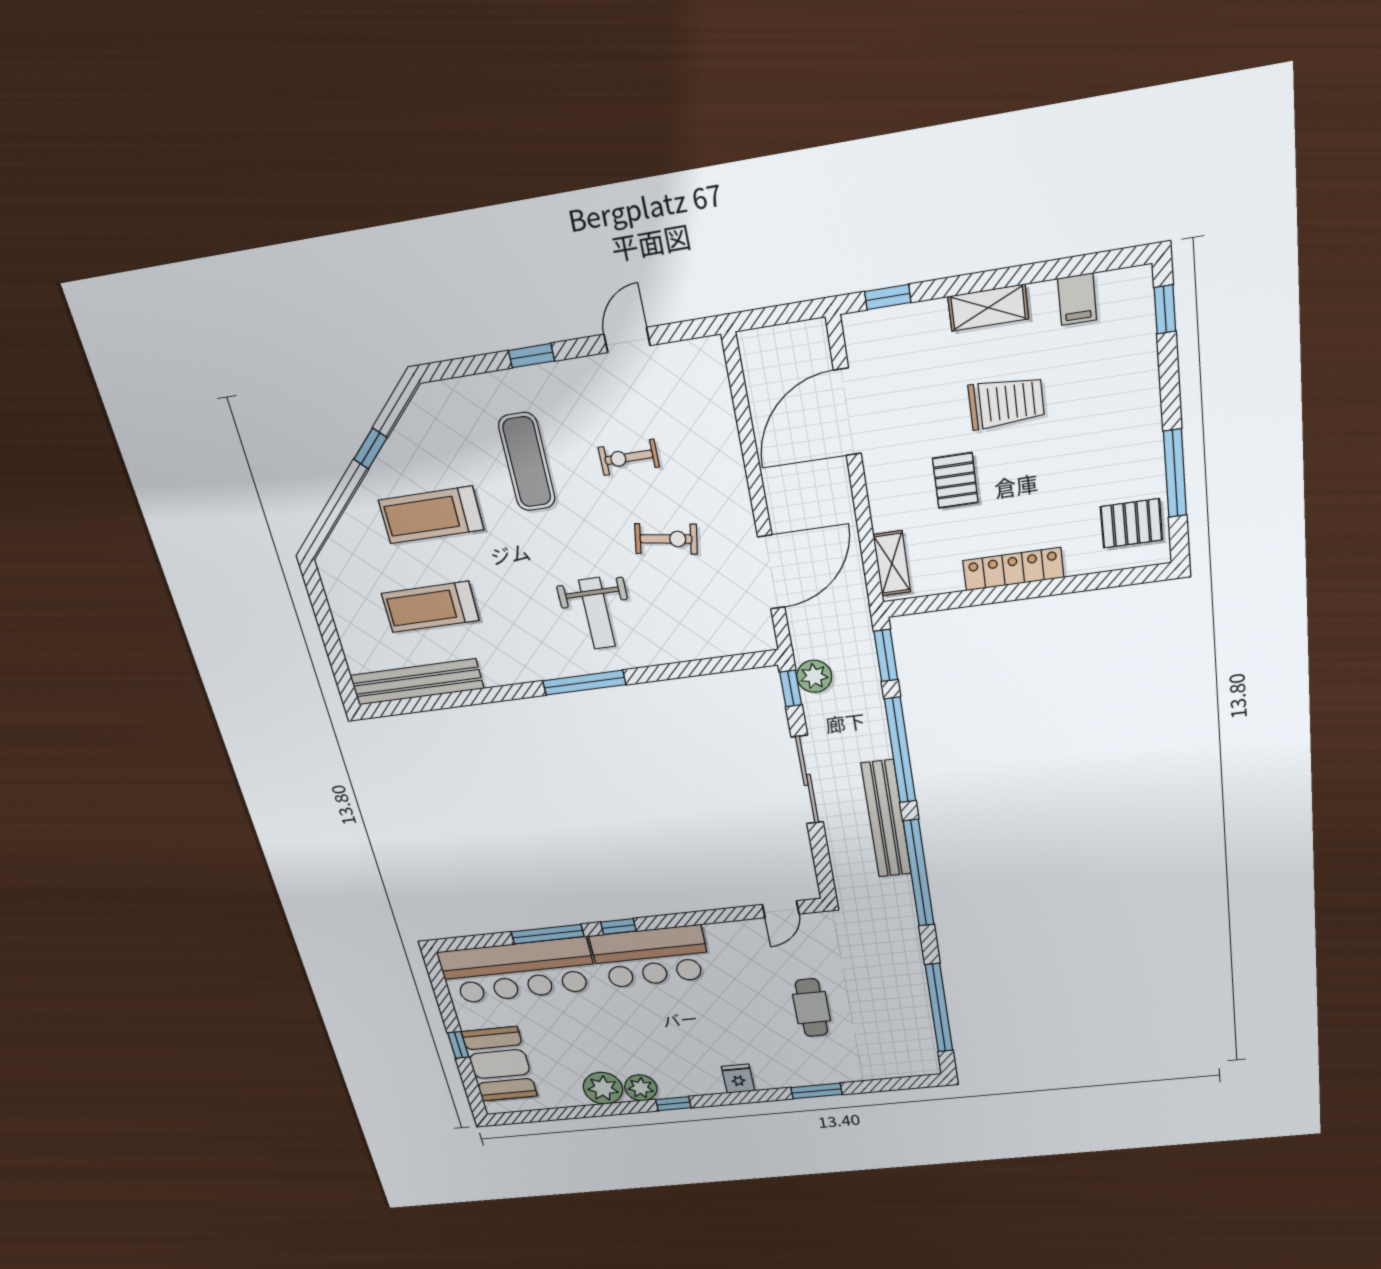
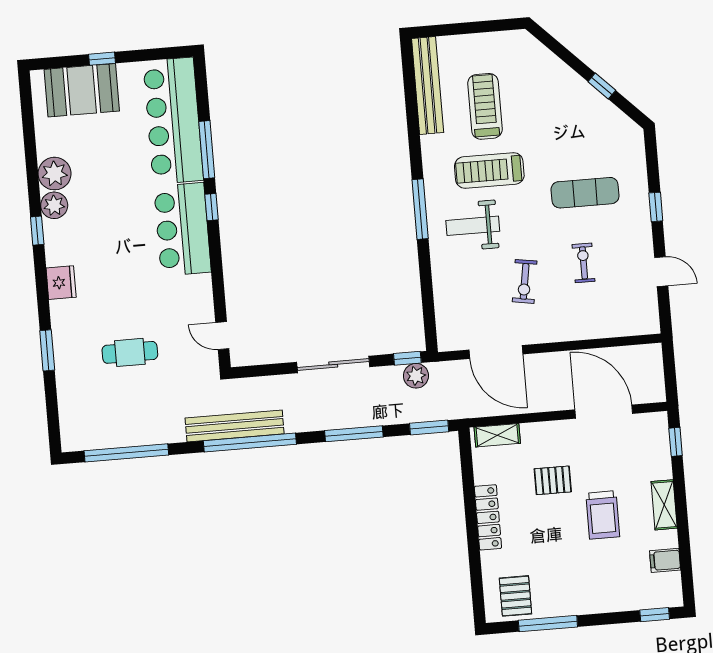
treadmill: (431, 515) -> (489, 171), moved, turned -90
window: (900, 750) -> (354, 434), width x0.68
bench: (886, 819) -> (235, 426), moved
fridge: (738, 1079) -> (61, 283), width x1.38

